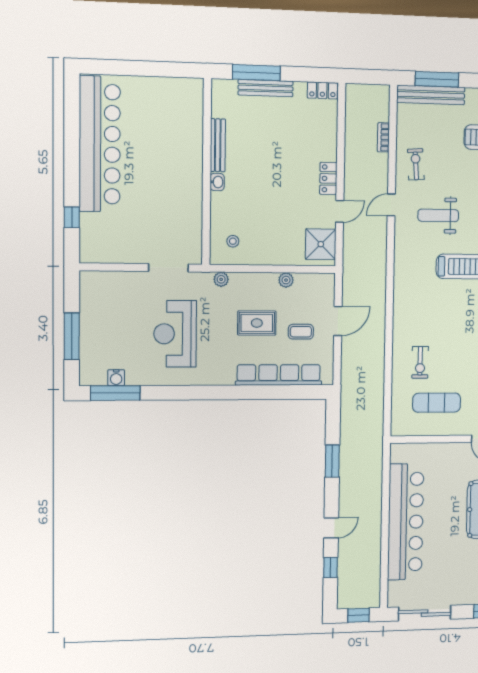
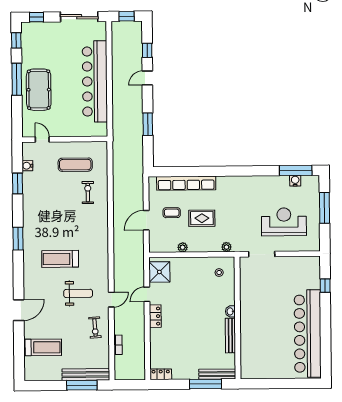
bench: (266, 88) -> (217, 374), moved
reception desk: (175, 334) -> (284, 222), moved, turned -90

